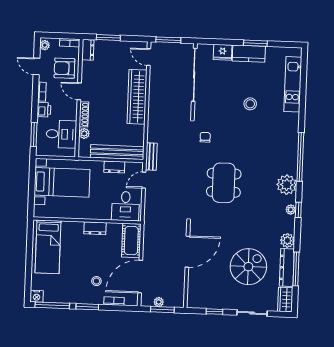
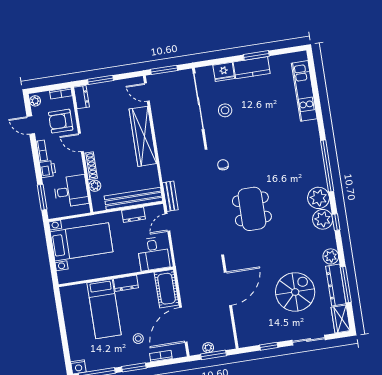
stool: (250, 104) -> (225, 110), moved
plant: (291, 210) -> (323, 219), width x1.87, depth x1.87
bed: (48, 247) -> (104, 309), moved

